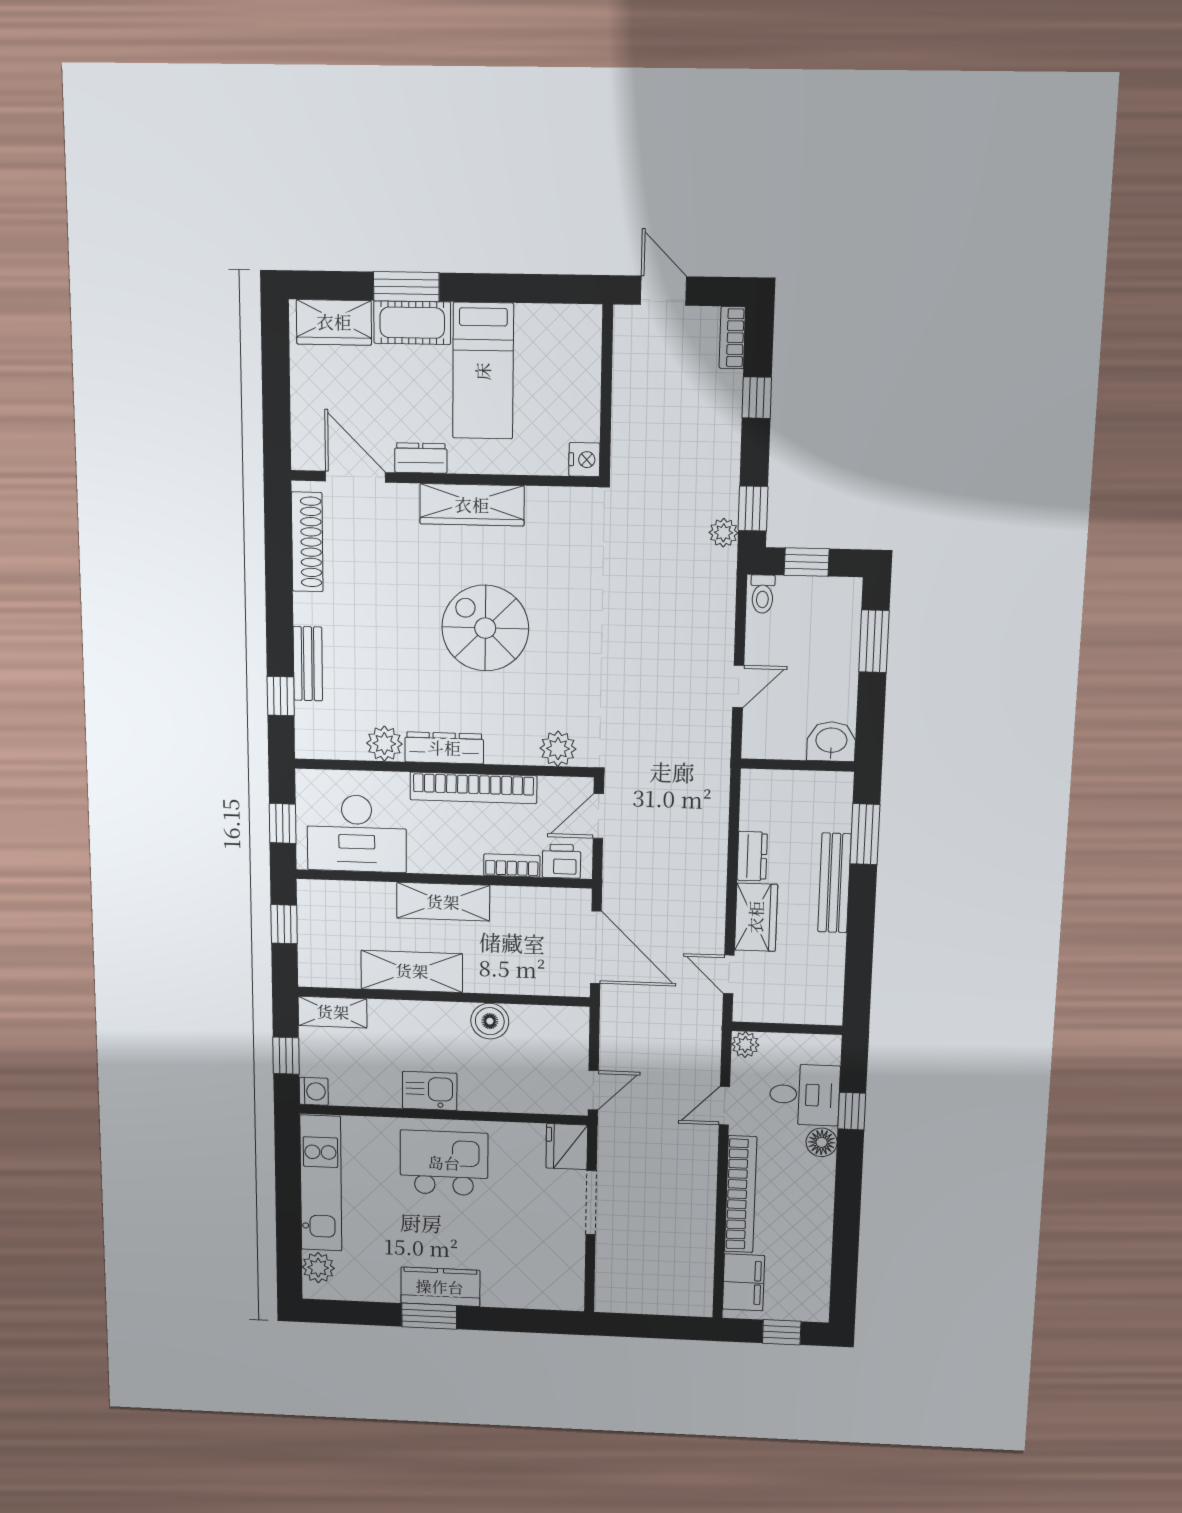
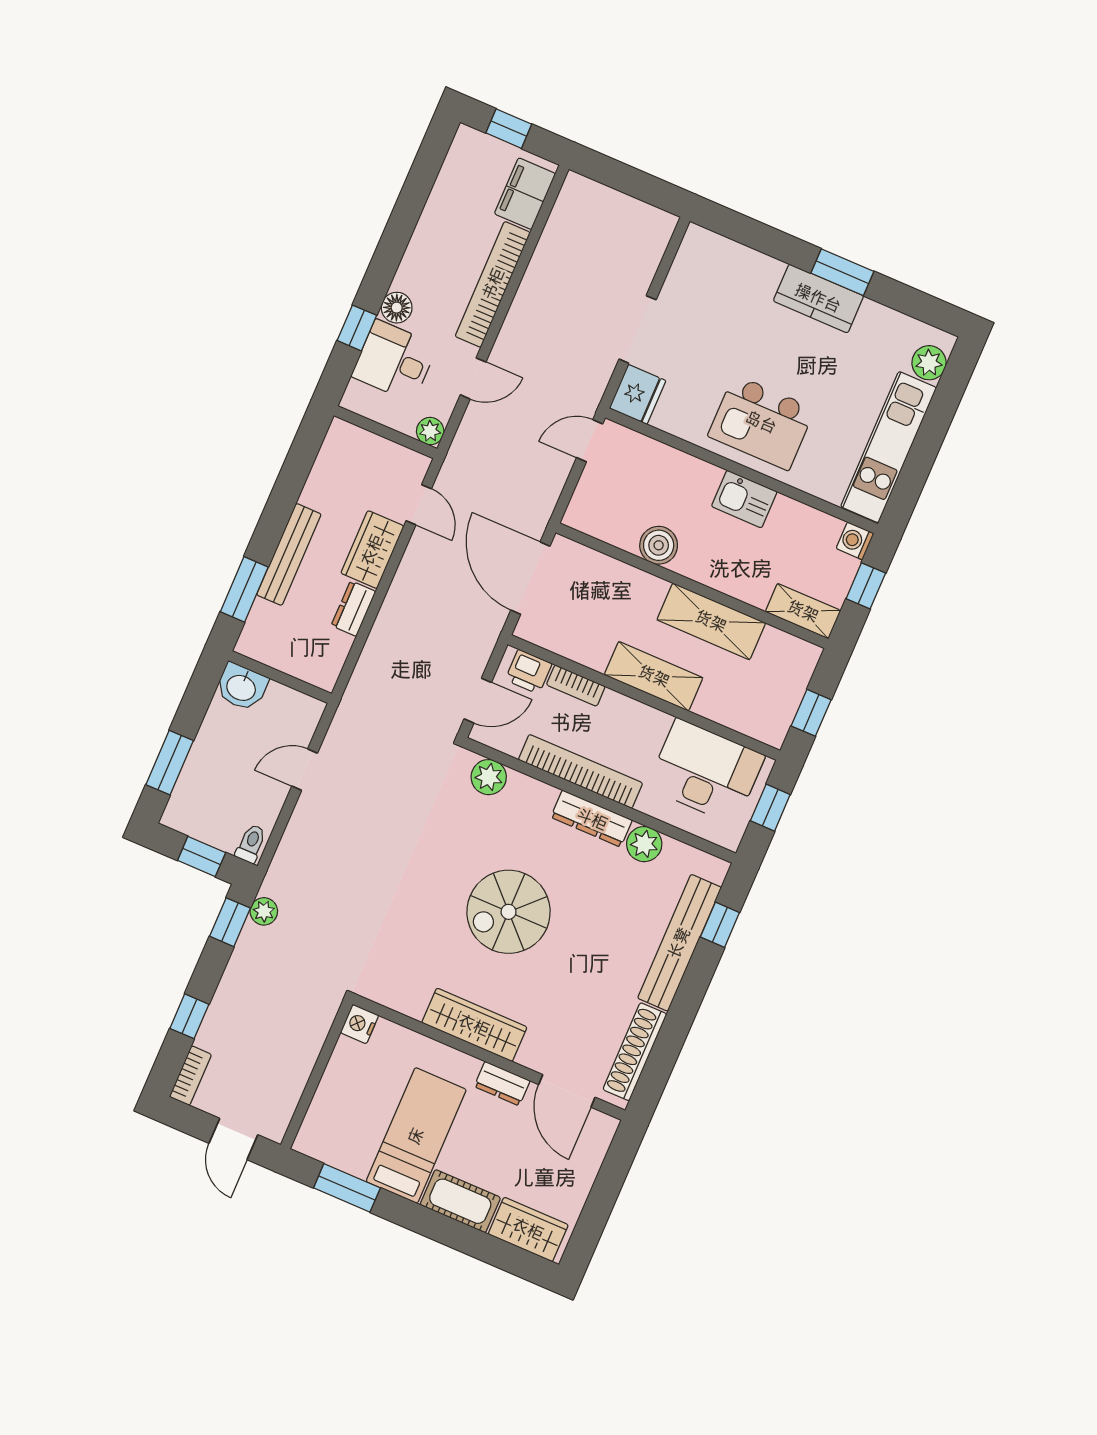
window: (406, 287) -> (347, 1188), moved
spiral stairs: (485, 628) -> (509, 912), turned 90
bench: (308, 664) -> (679, 943), width x1.86, depth x1.21

